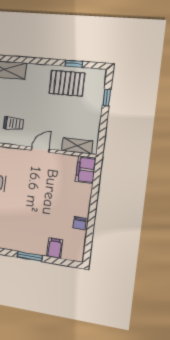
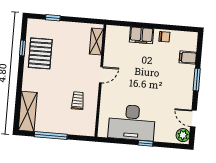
door: (40, 150) -> (101, 75), swing flipped
filing cabinet: (86, 170) -> (142, 35), moved

